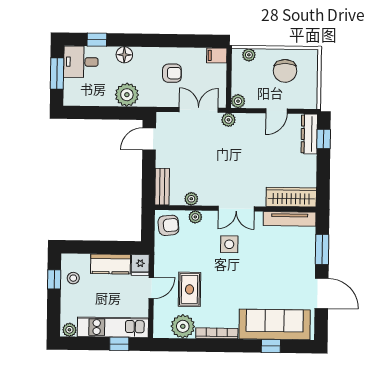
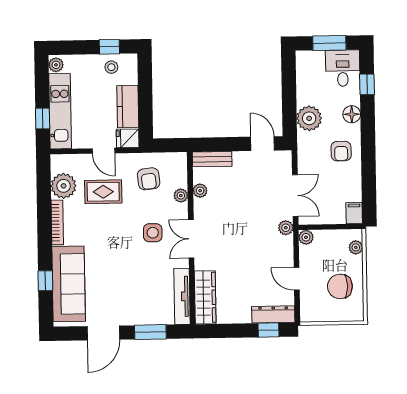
armchair: (172, 73) -> (341, 151), moved
armchair: (168, 225) -> (149, 179), moved

